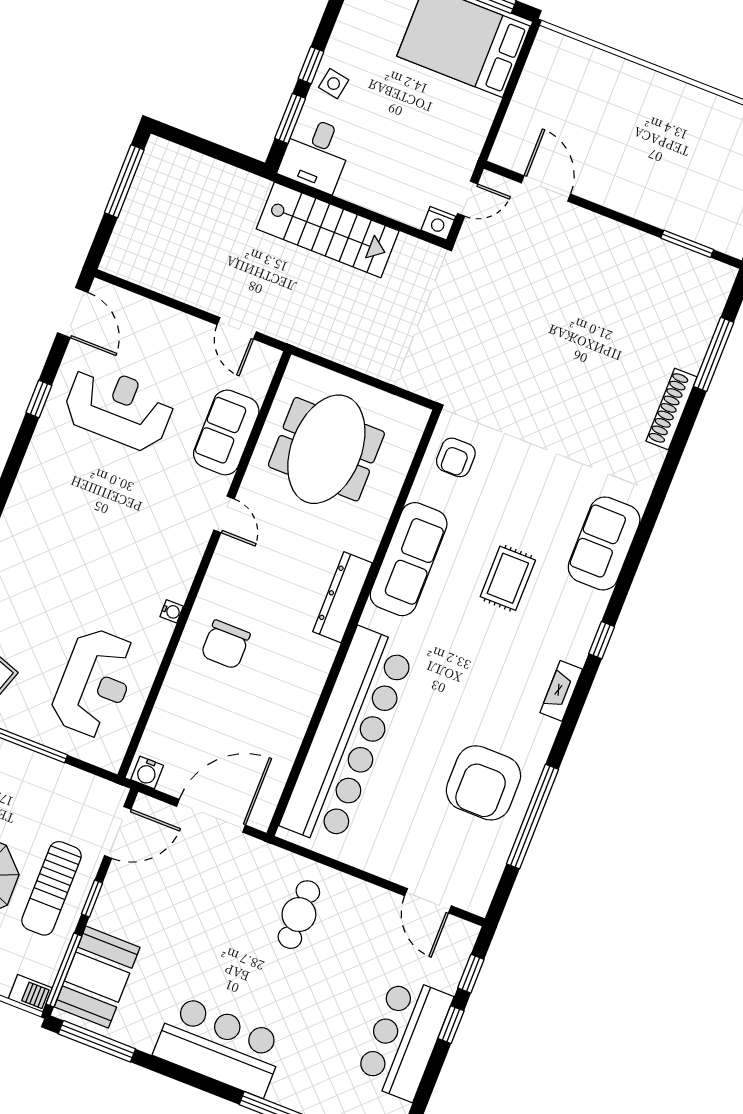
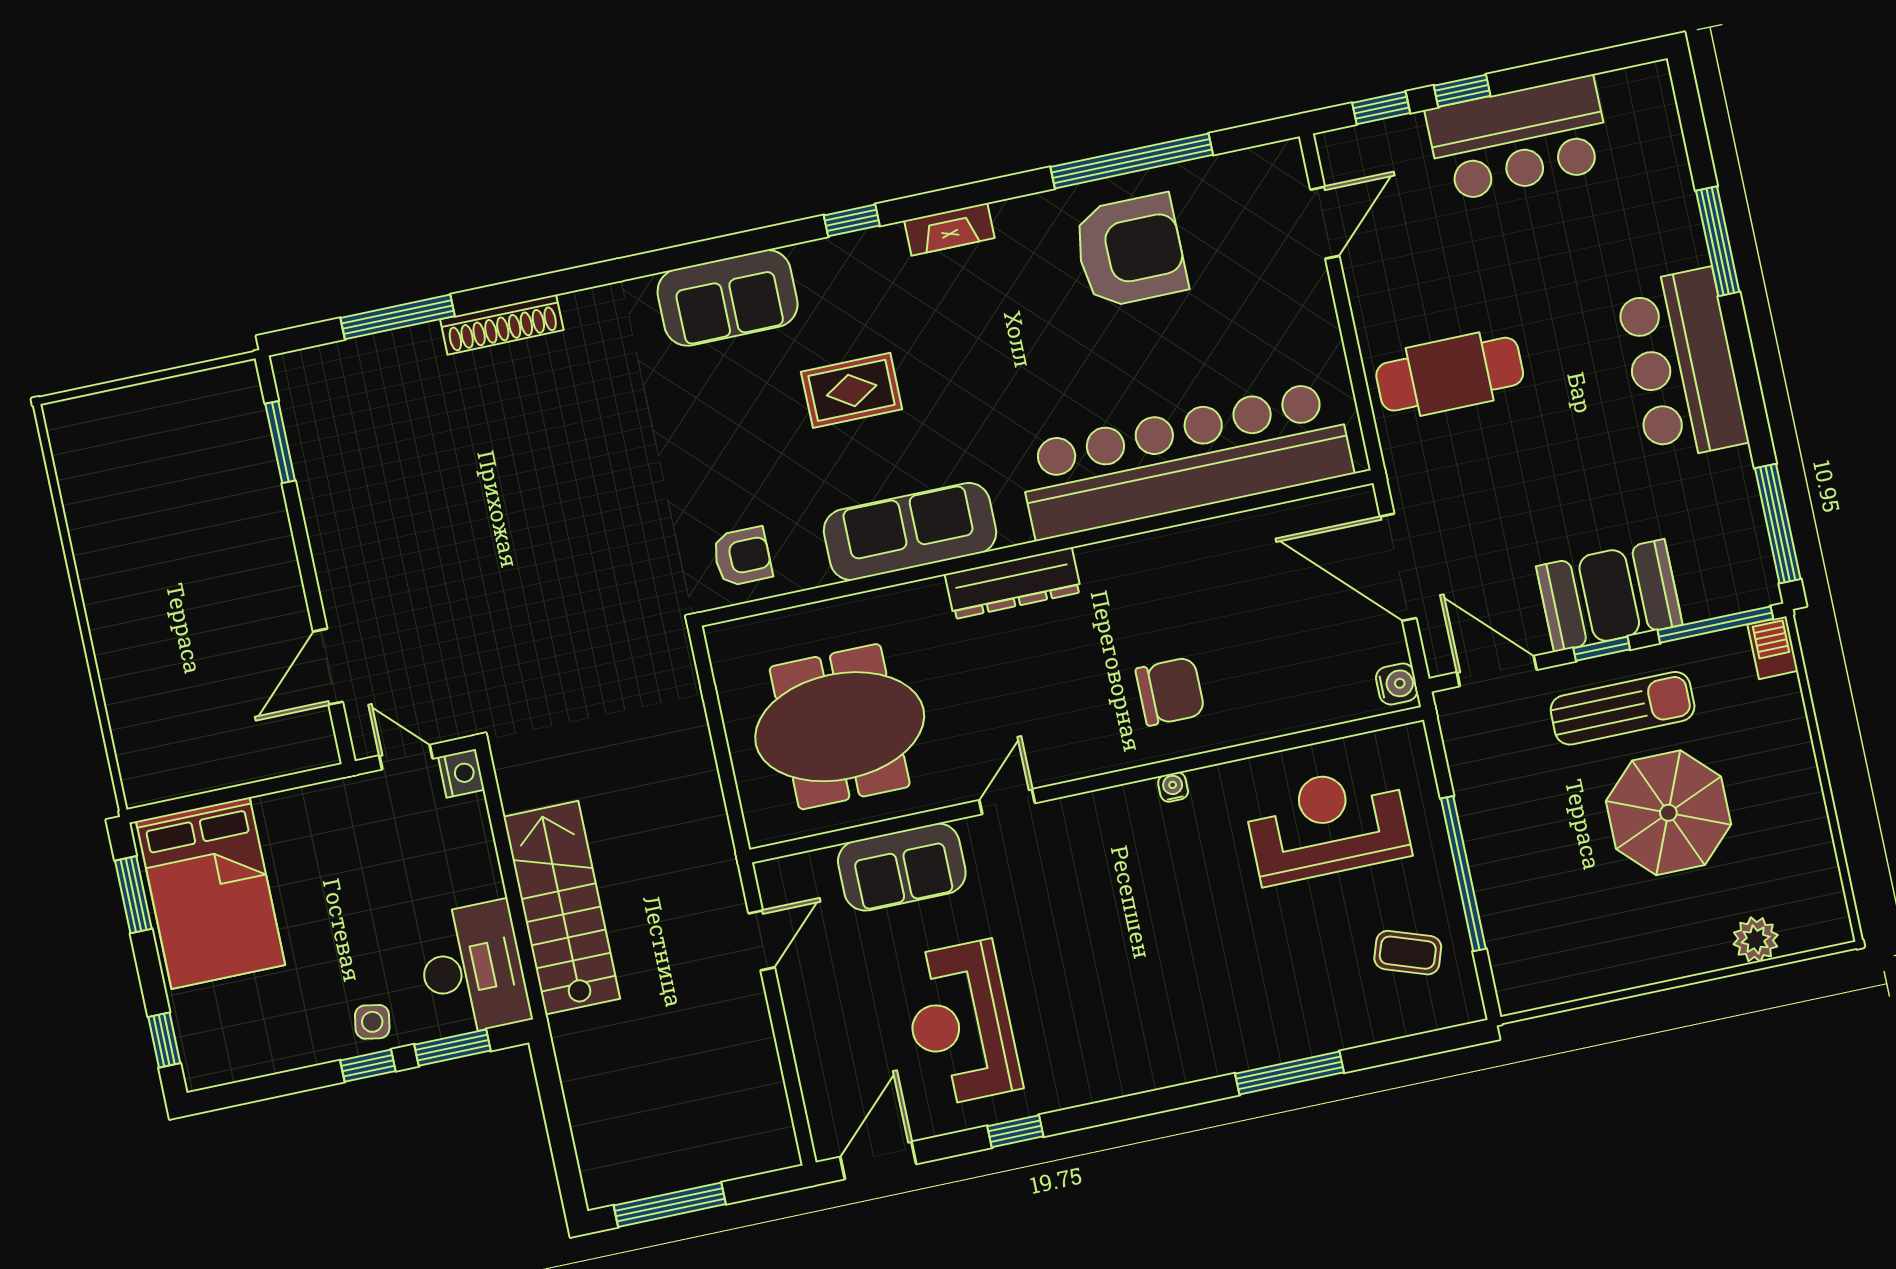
desk: (316, 154) -> (472, 969), width x1.37
cafe table: (299, 915) -> (1450, 374), width x1.37, depth x1.35
booth: (97, 977) -> (1609, 595), moved

